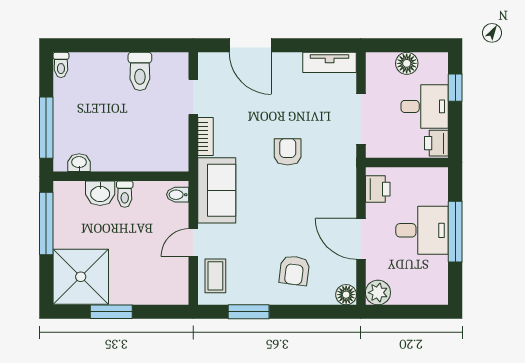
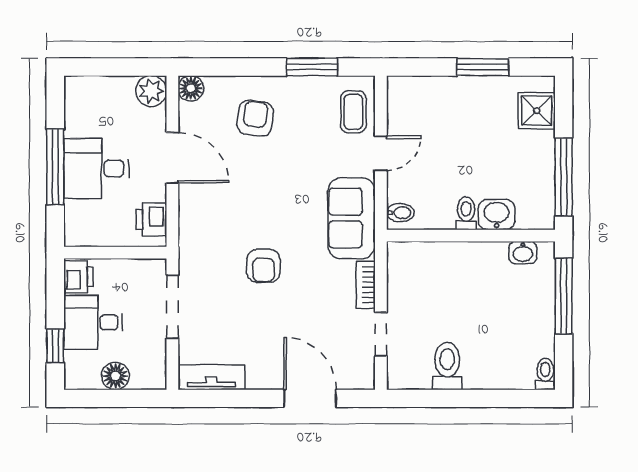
shower: (81, 277) -> (537, 111), width x0.54, depth x0.54

